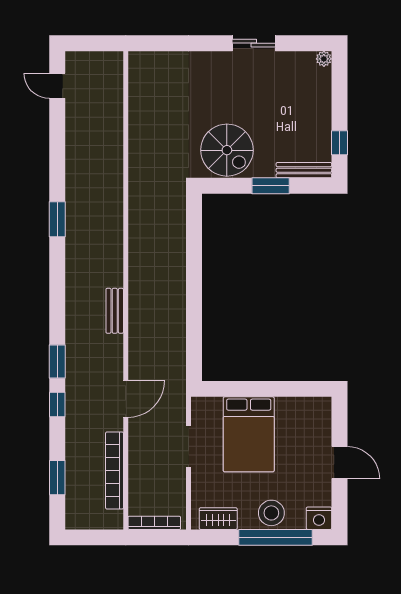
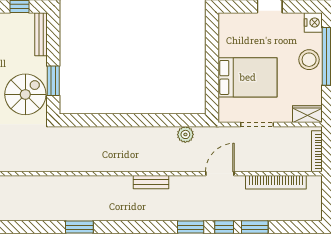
window: (271, 186) -> (53, 81), moved
plant: (176, 355) -> (185, 134), added
door: (126, 399) -> (220, 174), hinge flipped
window: (57, 478) -> (255, 227), moved
wardrobe: (218, 519) -> (307, 114), moved, turned 90

